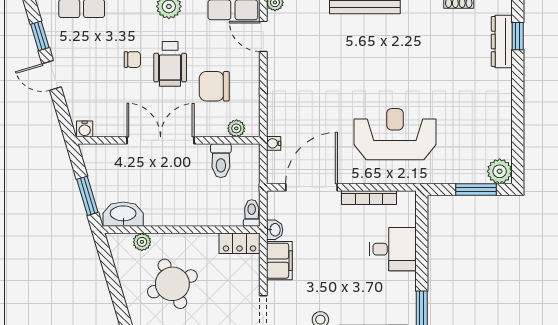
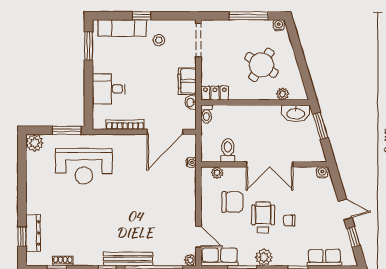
reception desk: (395, 134) -> (84, 166), moved
window: (476, 189) -> (67, 130), moved
round table: (172, 284) -> (261, 65), turned -34

